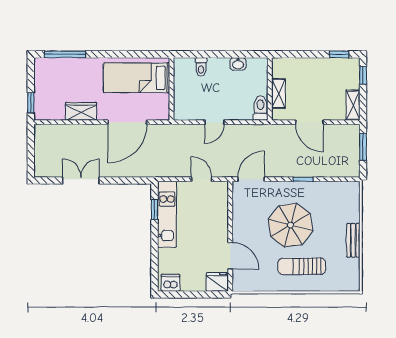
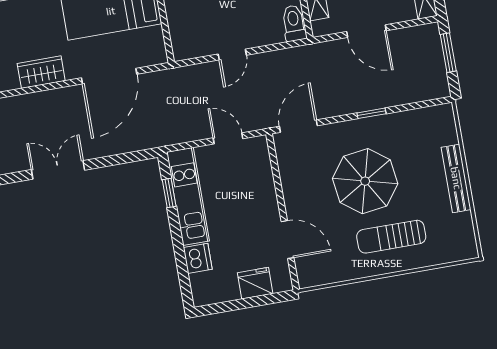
bench: (353, 240) -> (456, 178), width x1.36
fridge: (217, 282) -> (255, 283), moved
dishwasher: (171, 283) -> (198, 258), moved, turned 90

